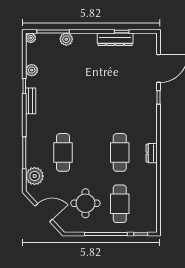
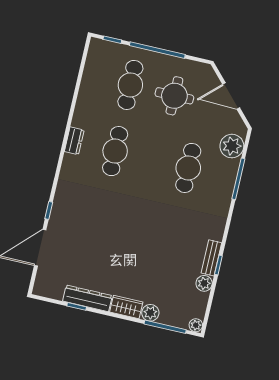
wardrobe: (85, 39) -> (126, 307), added
bench: (31, 101) -> (211, 258), moved

